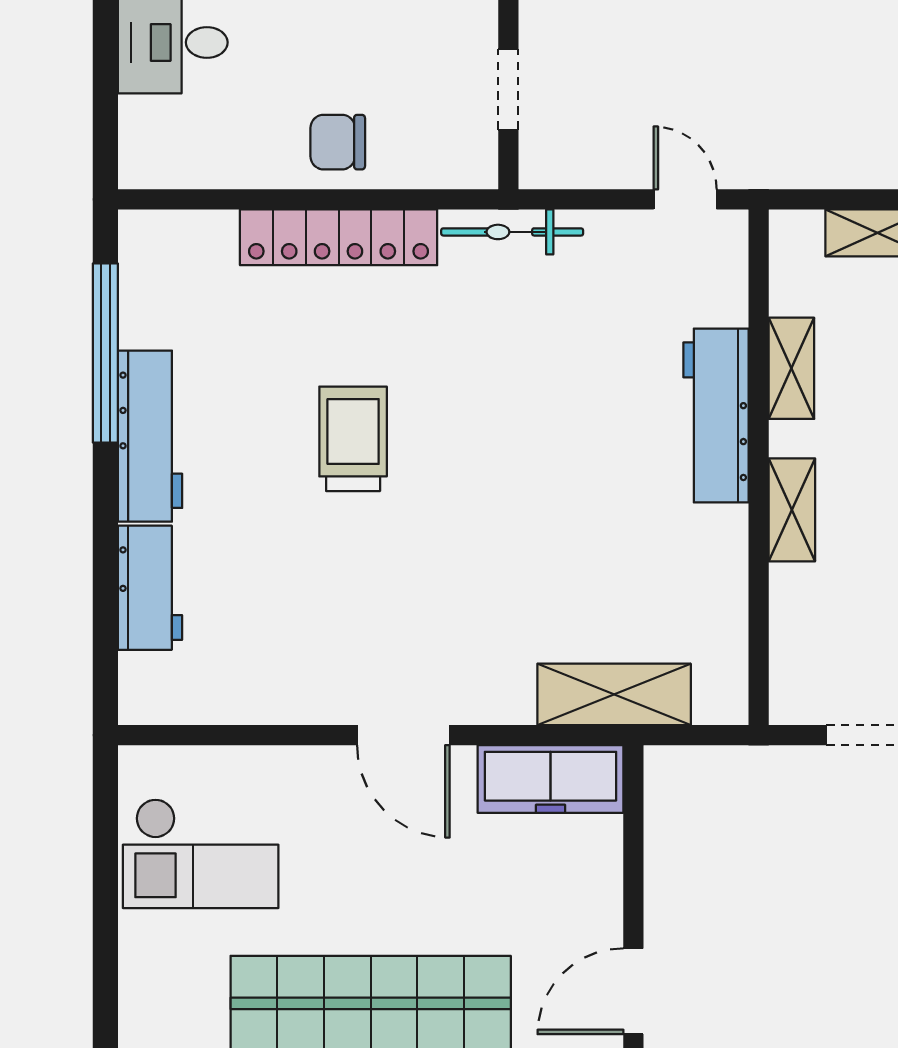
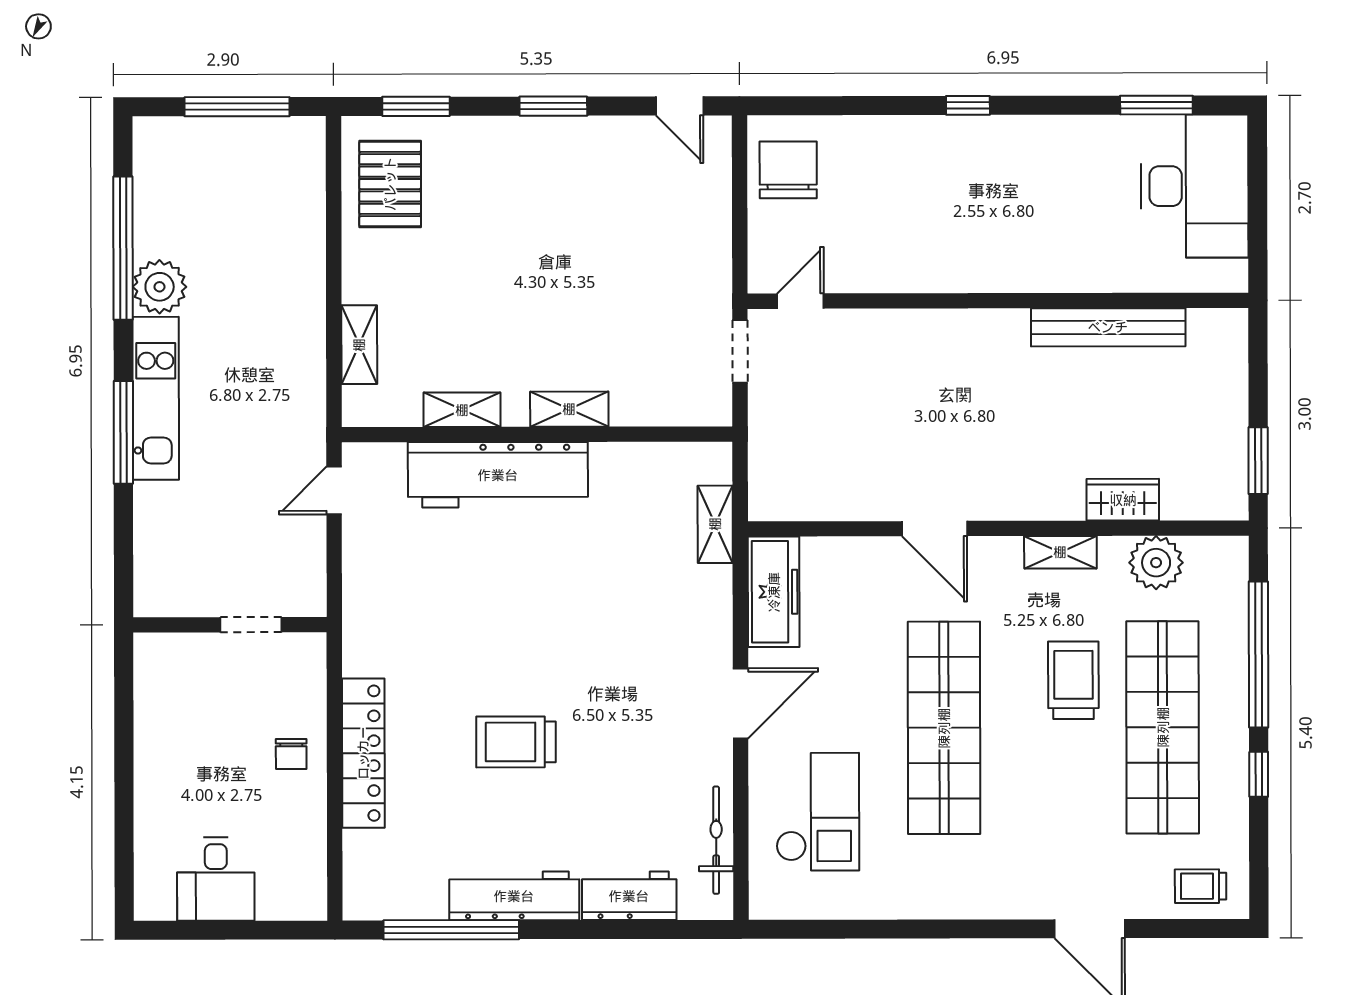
chair: (338, 142) -> (291, 754), width x0.73, depth x0.73
bicycle: (512, 232) -> (716, 840), moved, turned 180
workbench: (716, 416) -> (498, 475), width x1.36, depth x1.32
shelving: (614, 694) -> (715, 524), width x0.67, depth x0.75
checkout: (201, 853) -> (818, 812), moved

